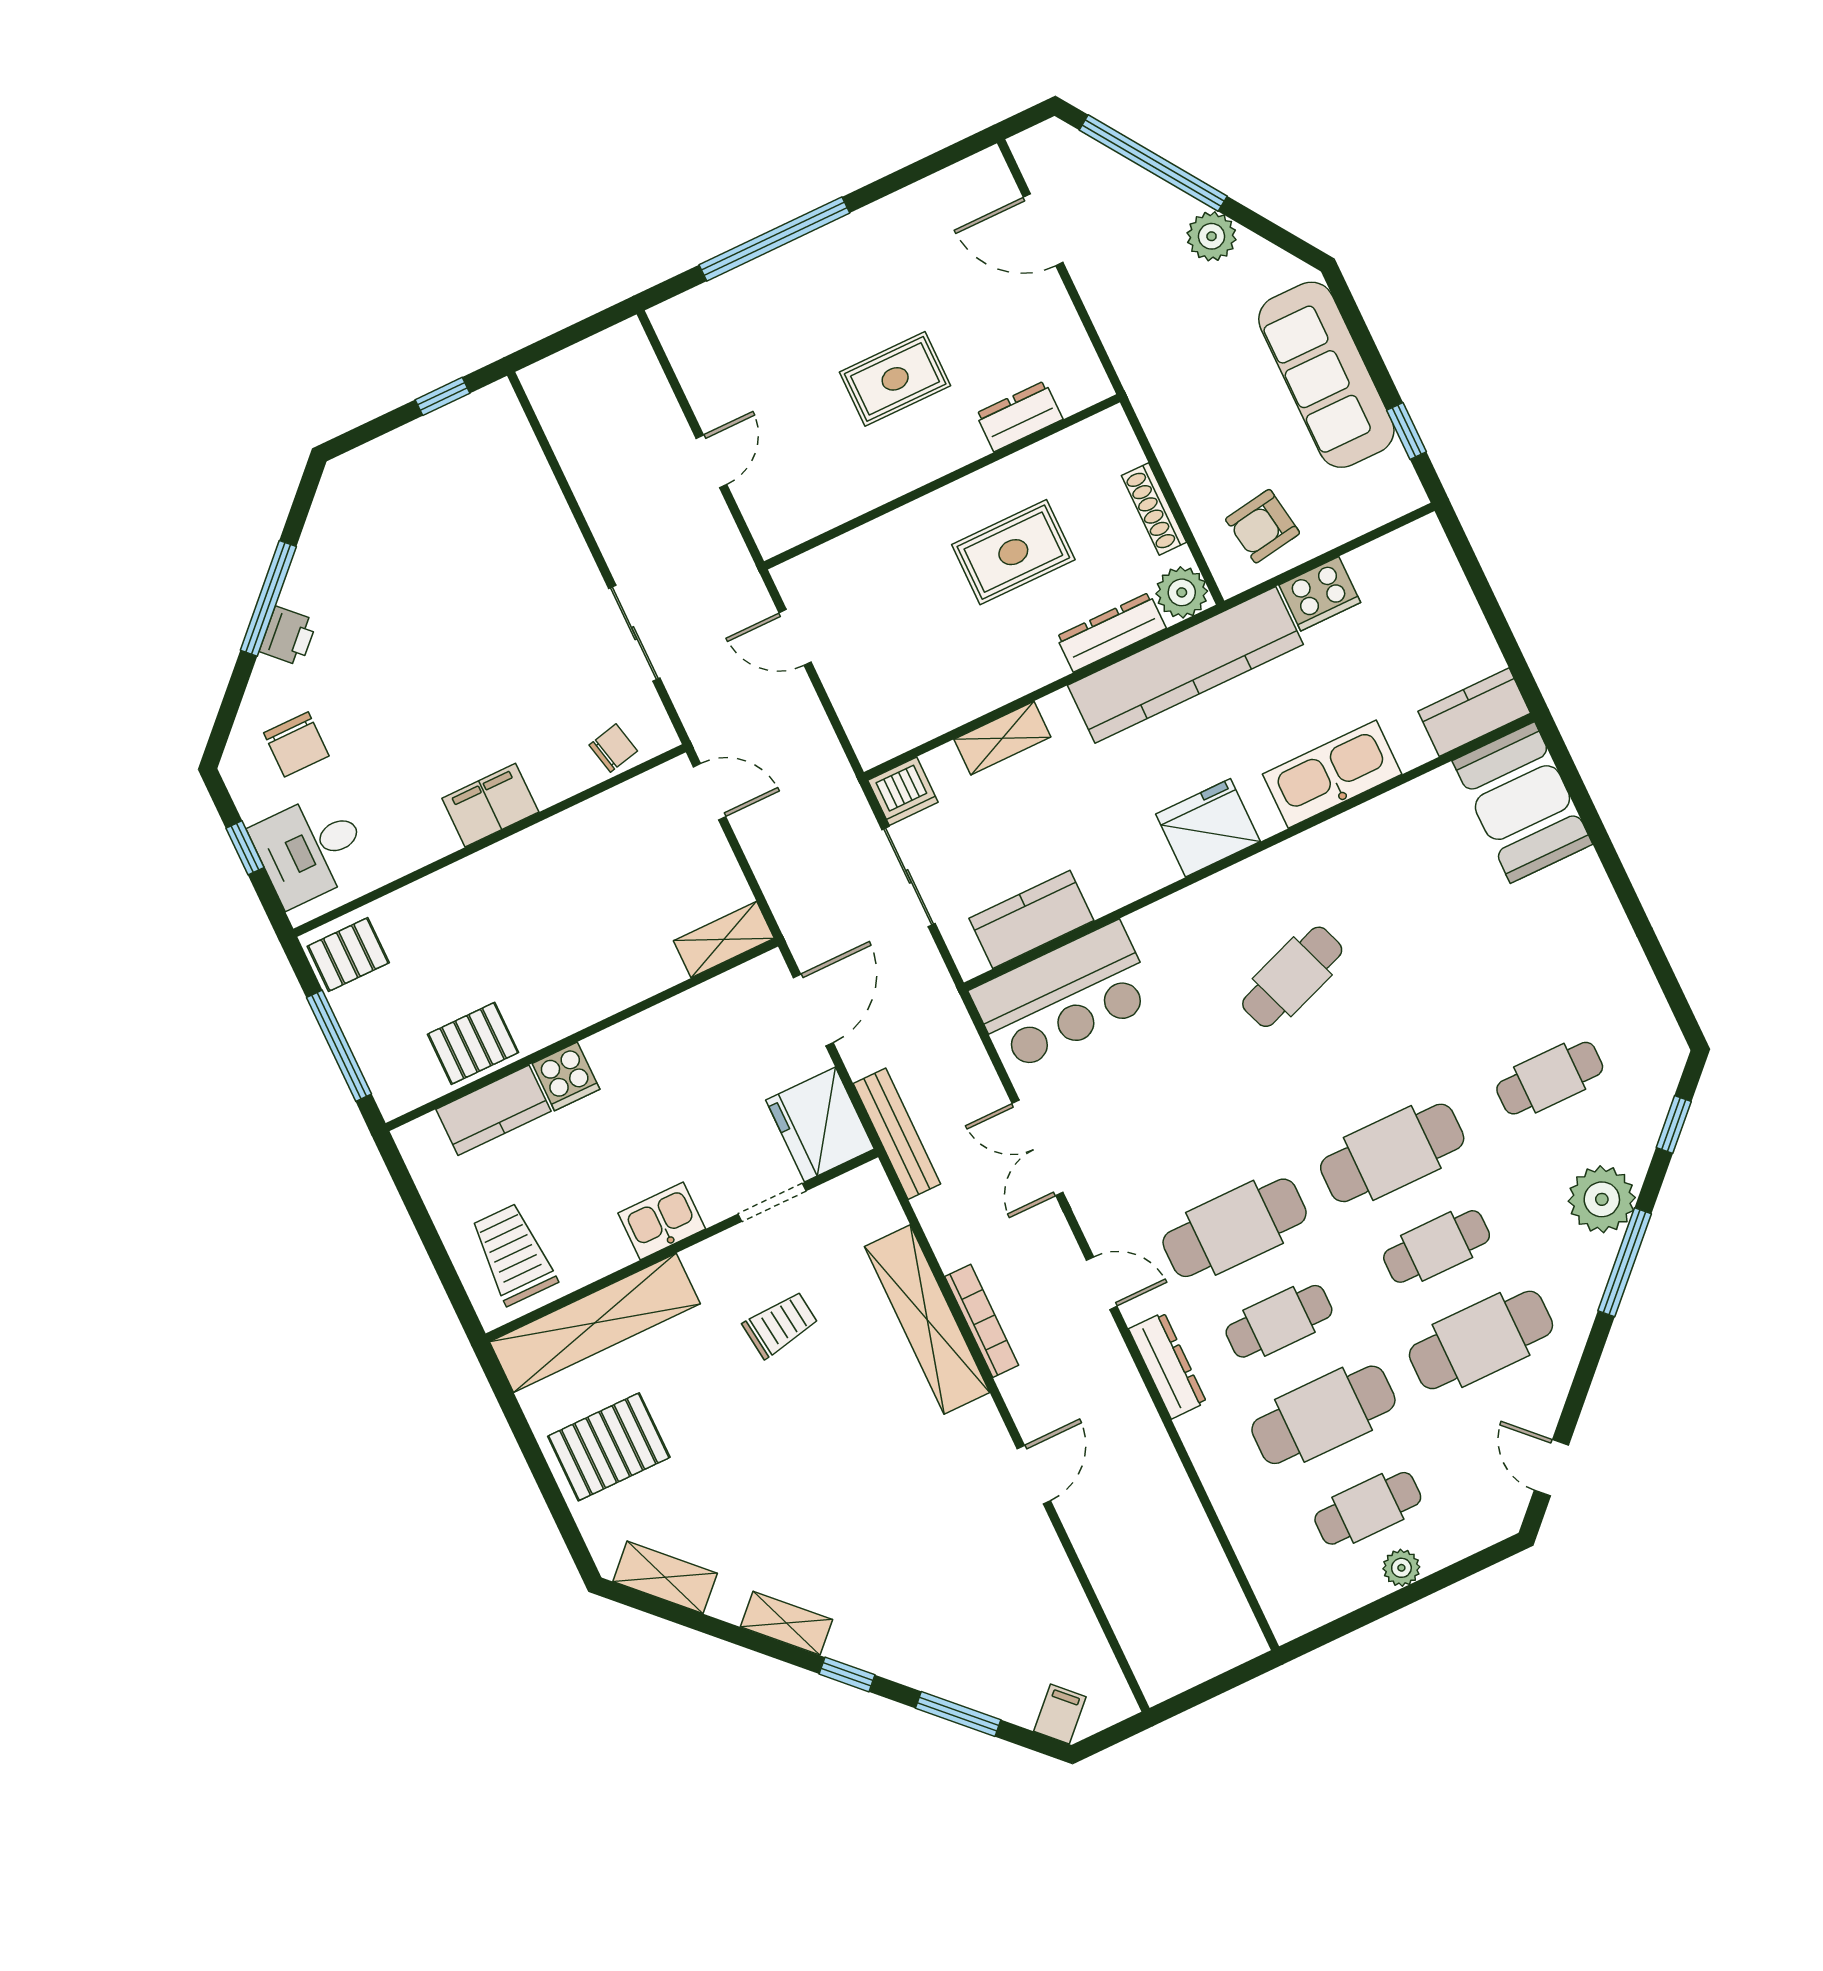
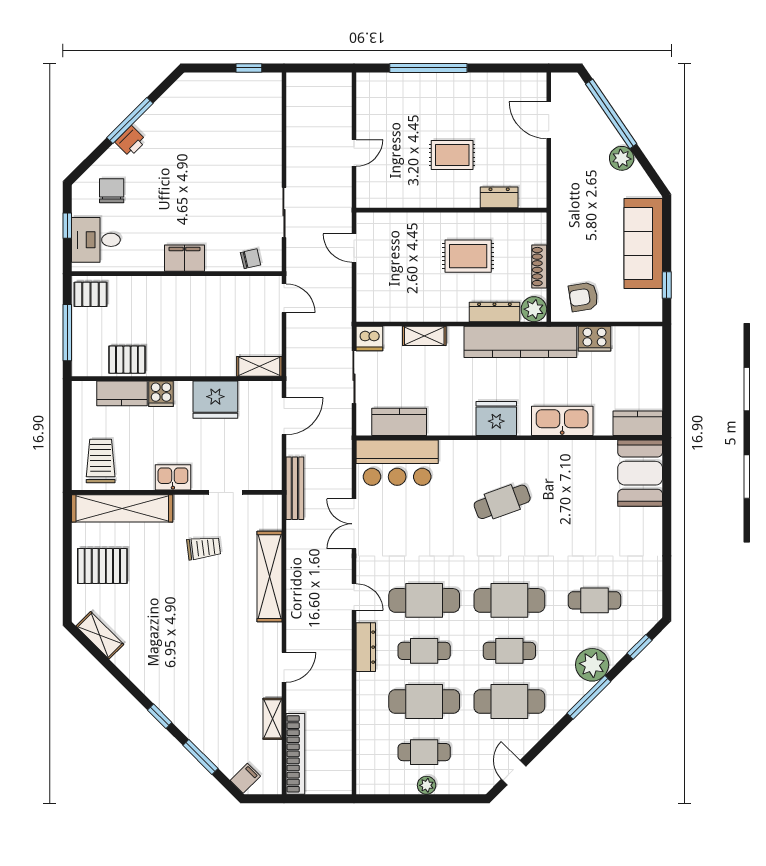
chair: (296, 744) -> (112, 191), turned 180
fridge: (820, 1124) -> (215, 400), moved, turned -90
bookcase: (982, 1321) -> (295, 754), moved, width x1.48, depth x1.31
shelving: (786, 1623) -> (272, 719), moved, turned 45

